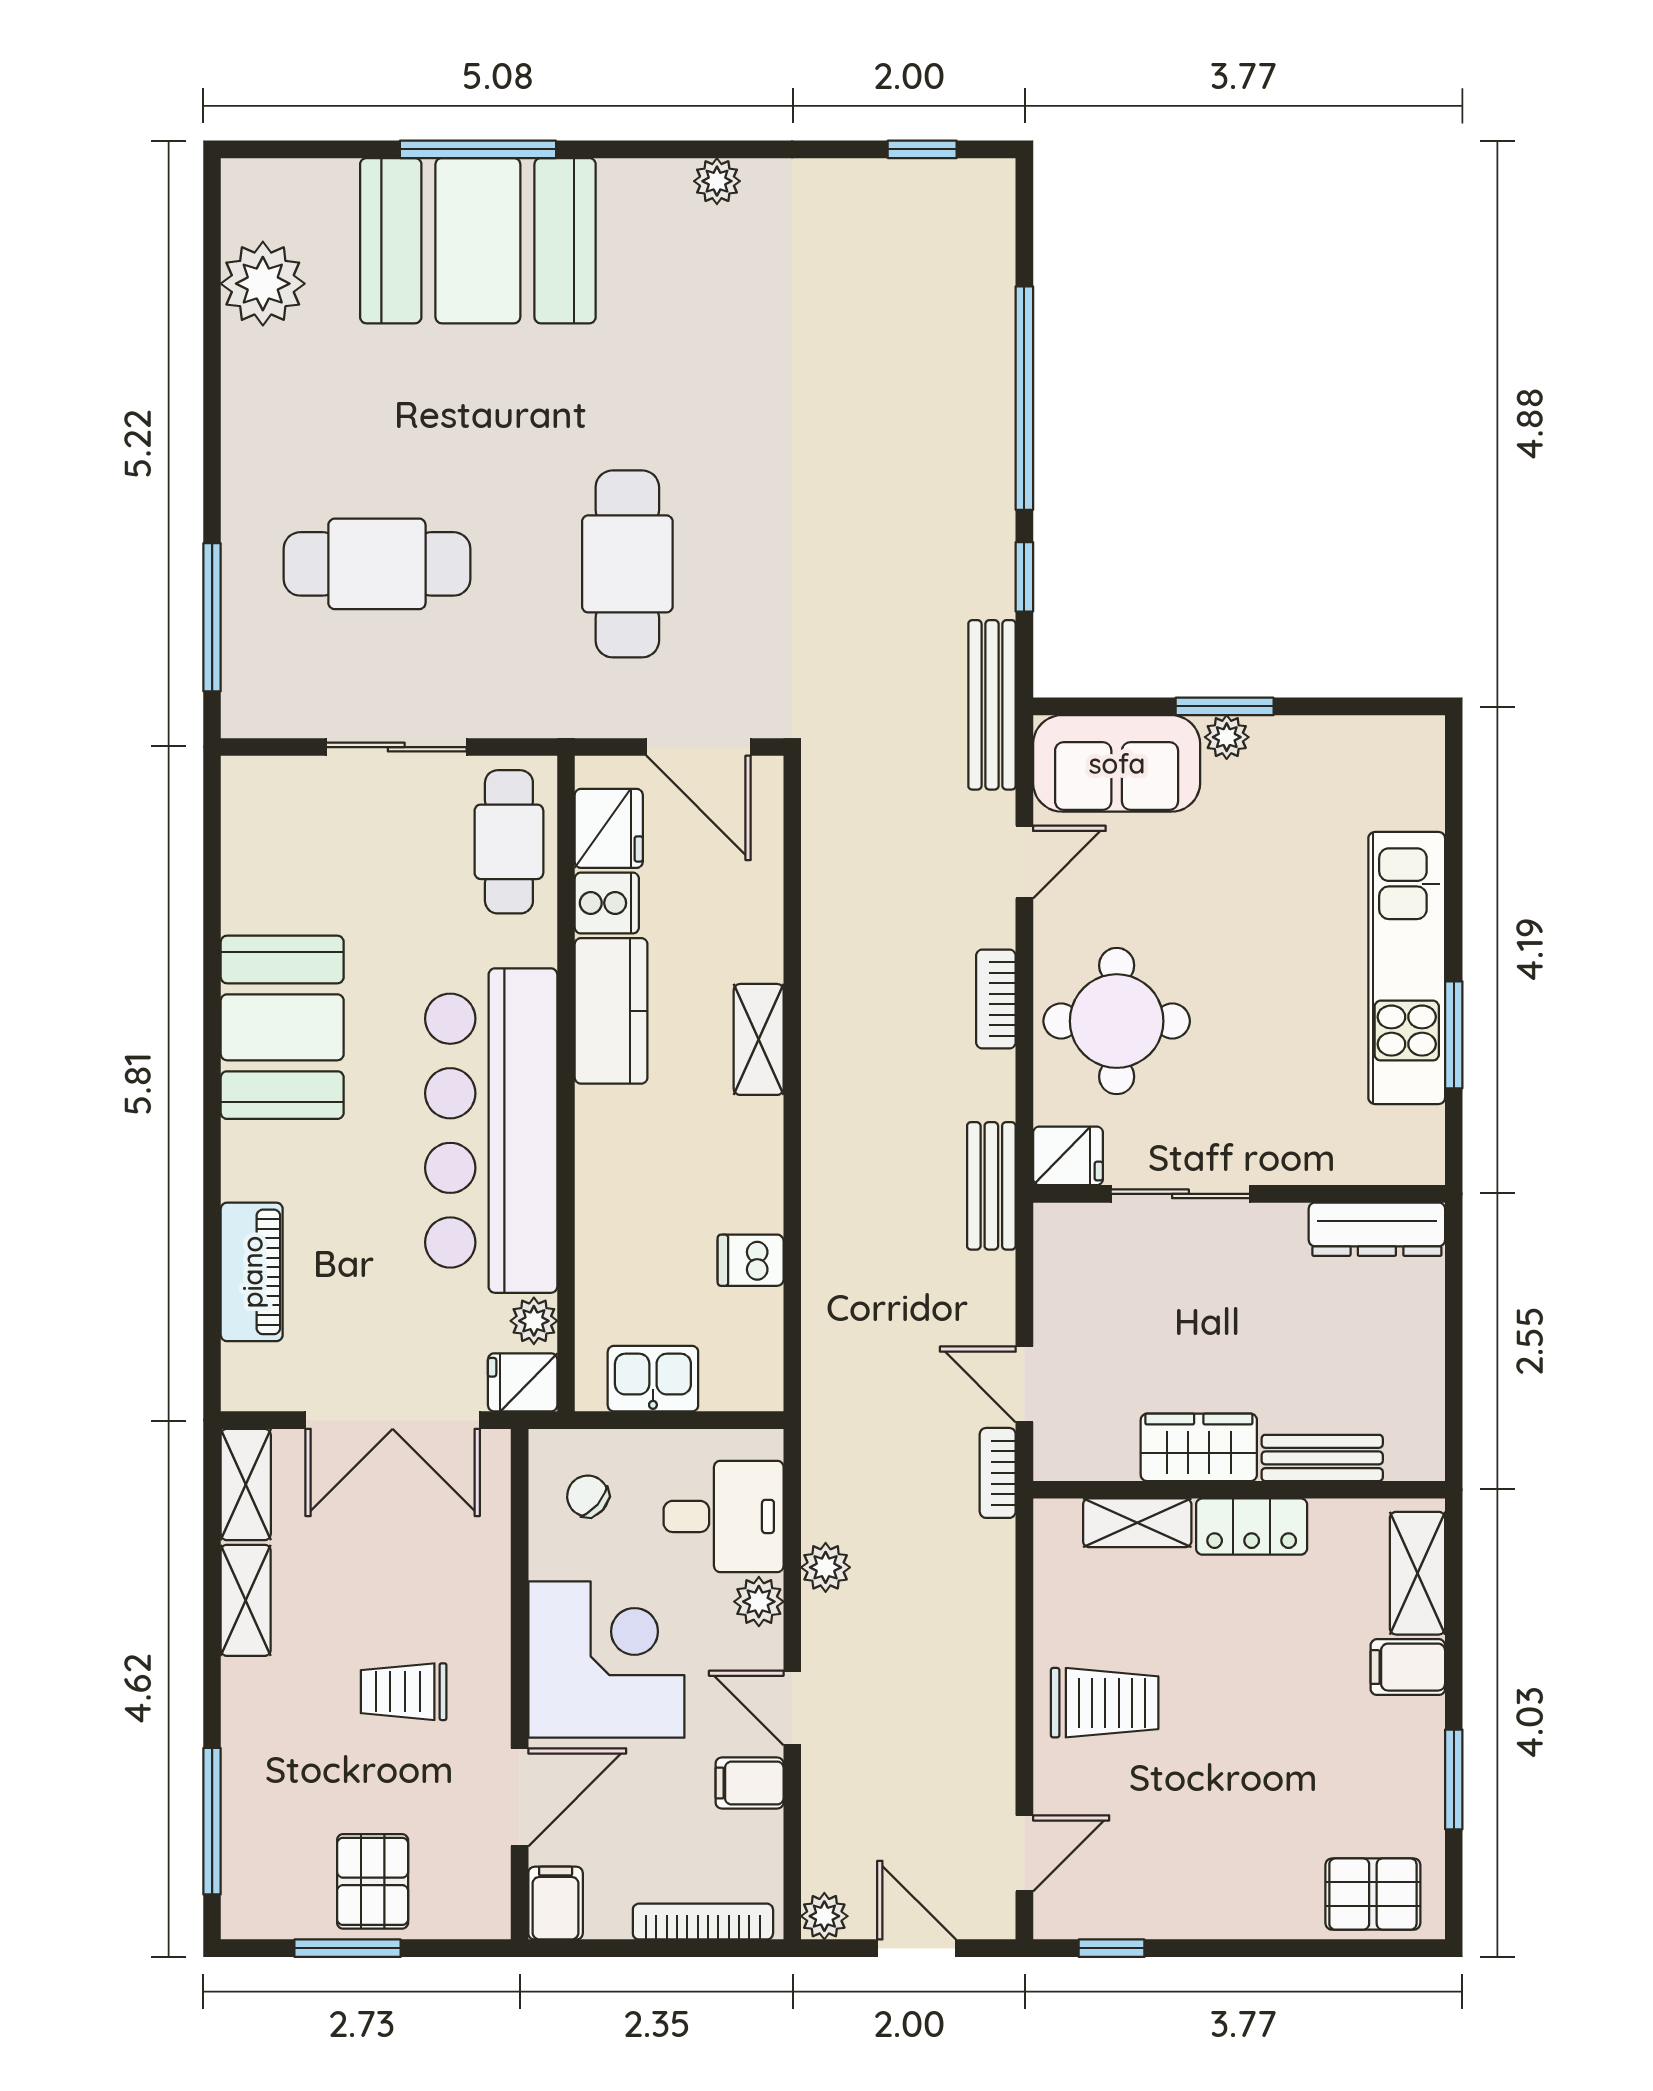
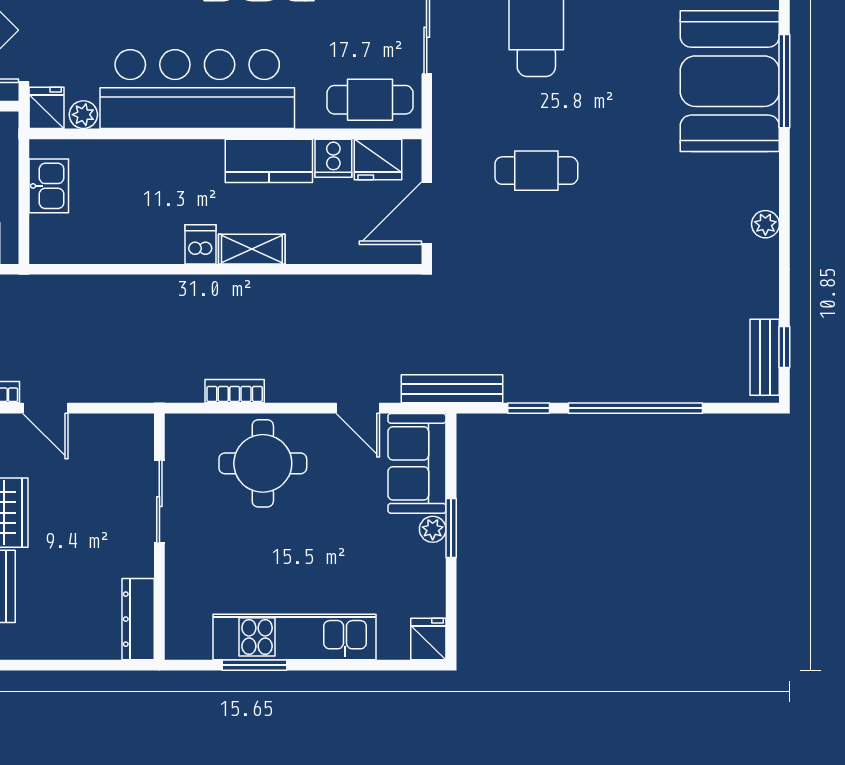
cafe table: (627, 564) -> (536, 171), width x0.73, depth x0.74
bookcase: (996, 999) -> (235, 391), moved
fridge: (1068, 1156) -> (428, 639), moved, turned 180
bench: (991, 1186) -> (765, 357), moved, turned 90
dishwasher: (751, 1260) -> (201, 244), moved
door: (1024, 1384) -> (45, 408), swing flipped

